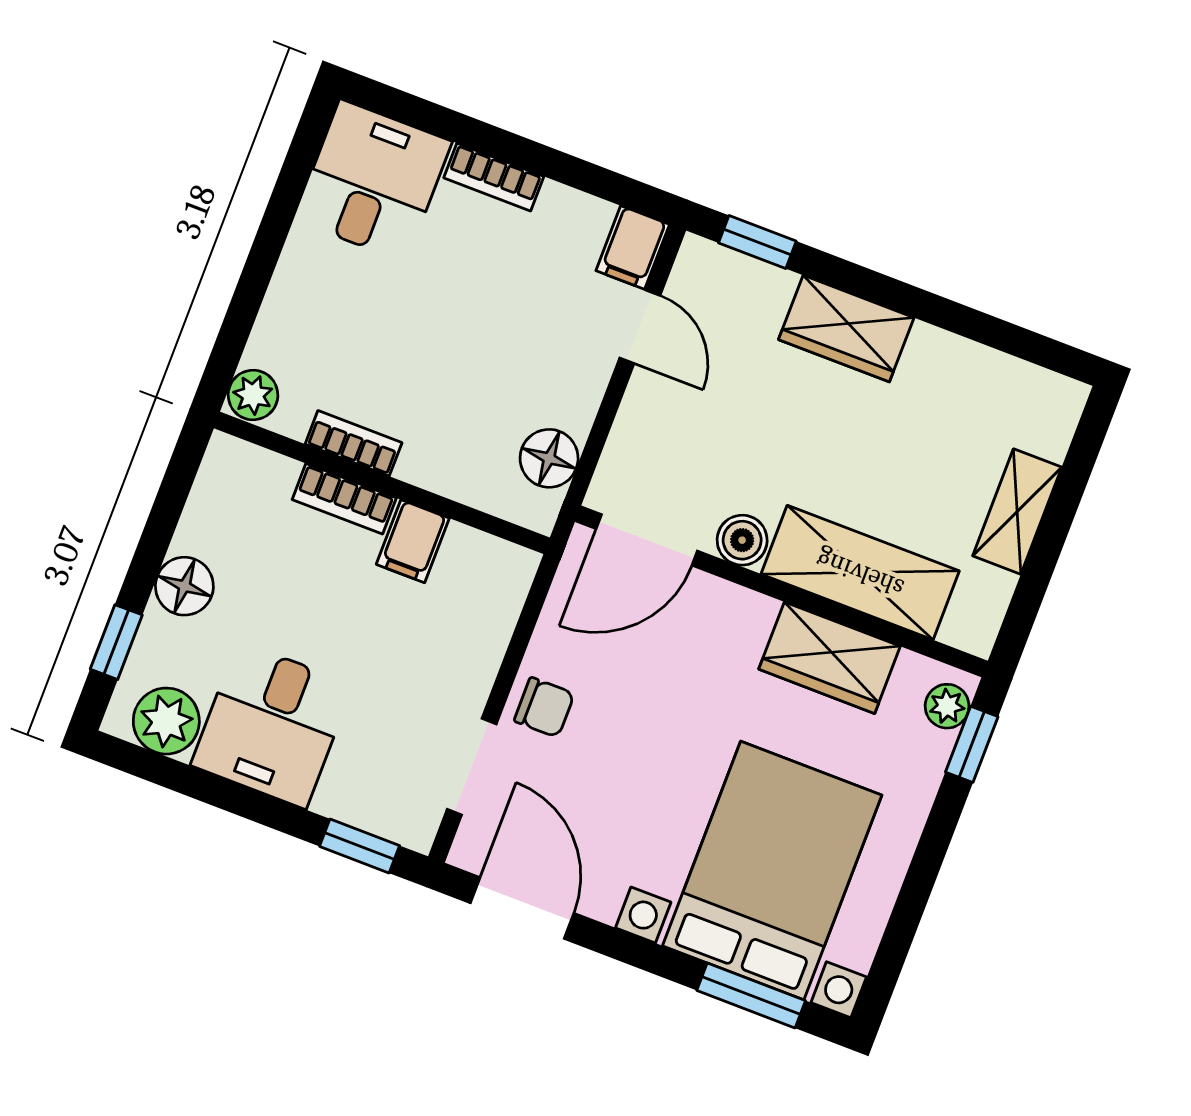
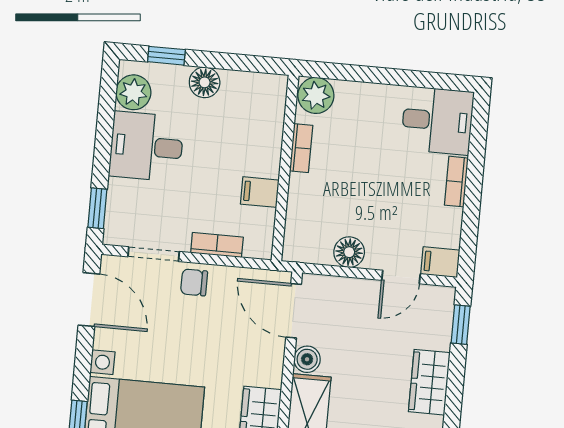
plant: (253, 395) -> (316, 95), width x1.38, depth x1.38
floor lamp: (549, 458) -> (349, 252), moved
bookcase: (344, 499) -> (217, 245), moved, turned 90
chair: (544, 707) -> (194, 282), turned 90
door: (522, 908) -> (89, 300), hinge flipped

